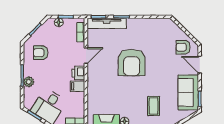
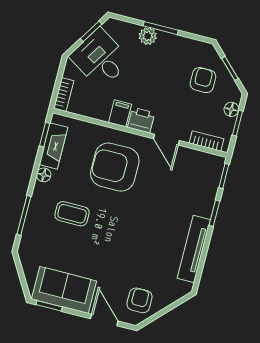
tv unit: (107, 23) -> (194, 249), moved
armchair: (41, 53) -> (203, 80), moved
armchair: (132, 63) -> (115, 167), moved
door: (200, 65) -> (104, 320), hinge flipped
coffee table: (154, 106) -> (72, 214), moved

